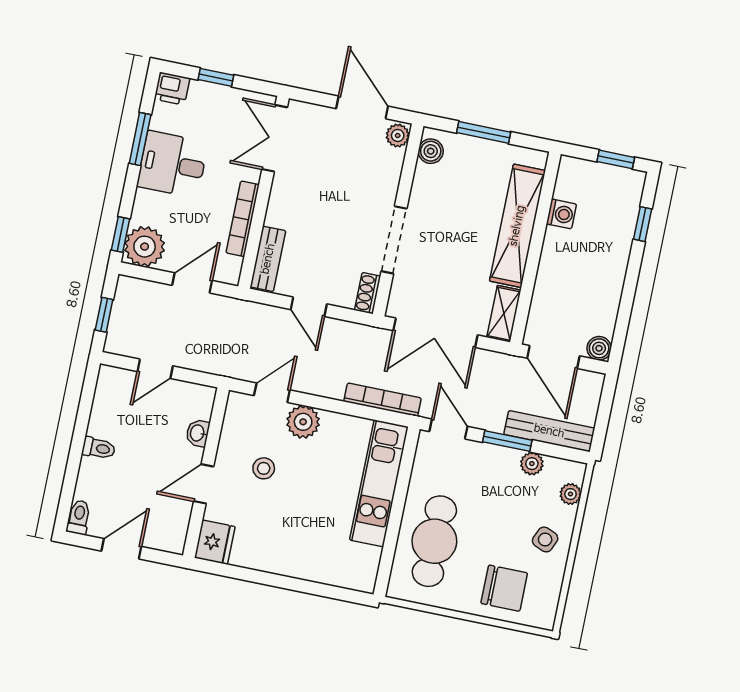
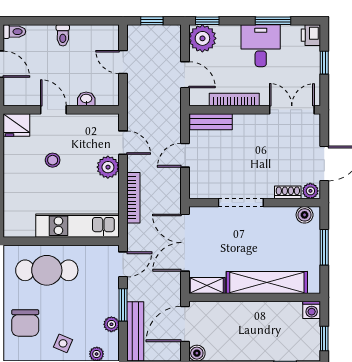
washing machine: (561, 214) -> (312, 310), moved
shoe rack: (368, 293) -> (288, 192), moved
bookcase: (382, 400) -> (133, 198), moved
stool: (264, 468) -> (53, 160), moved

